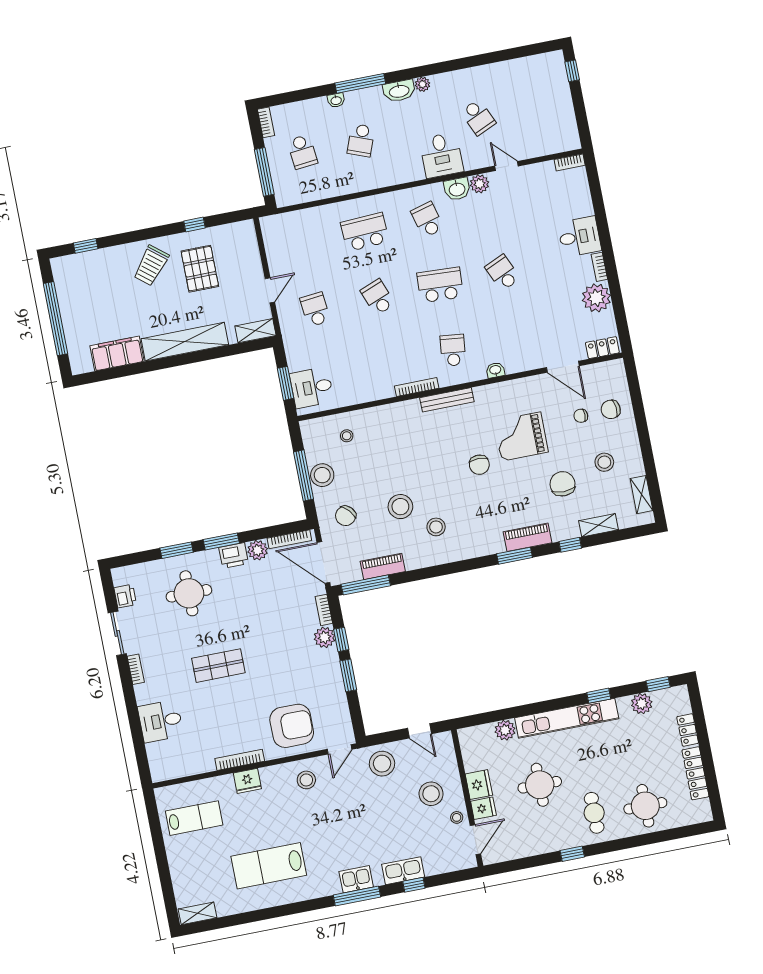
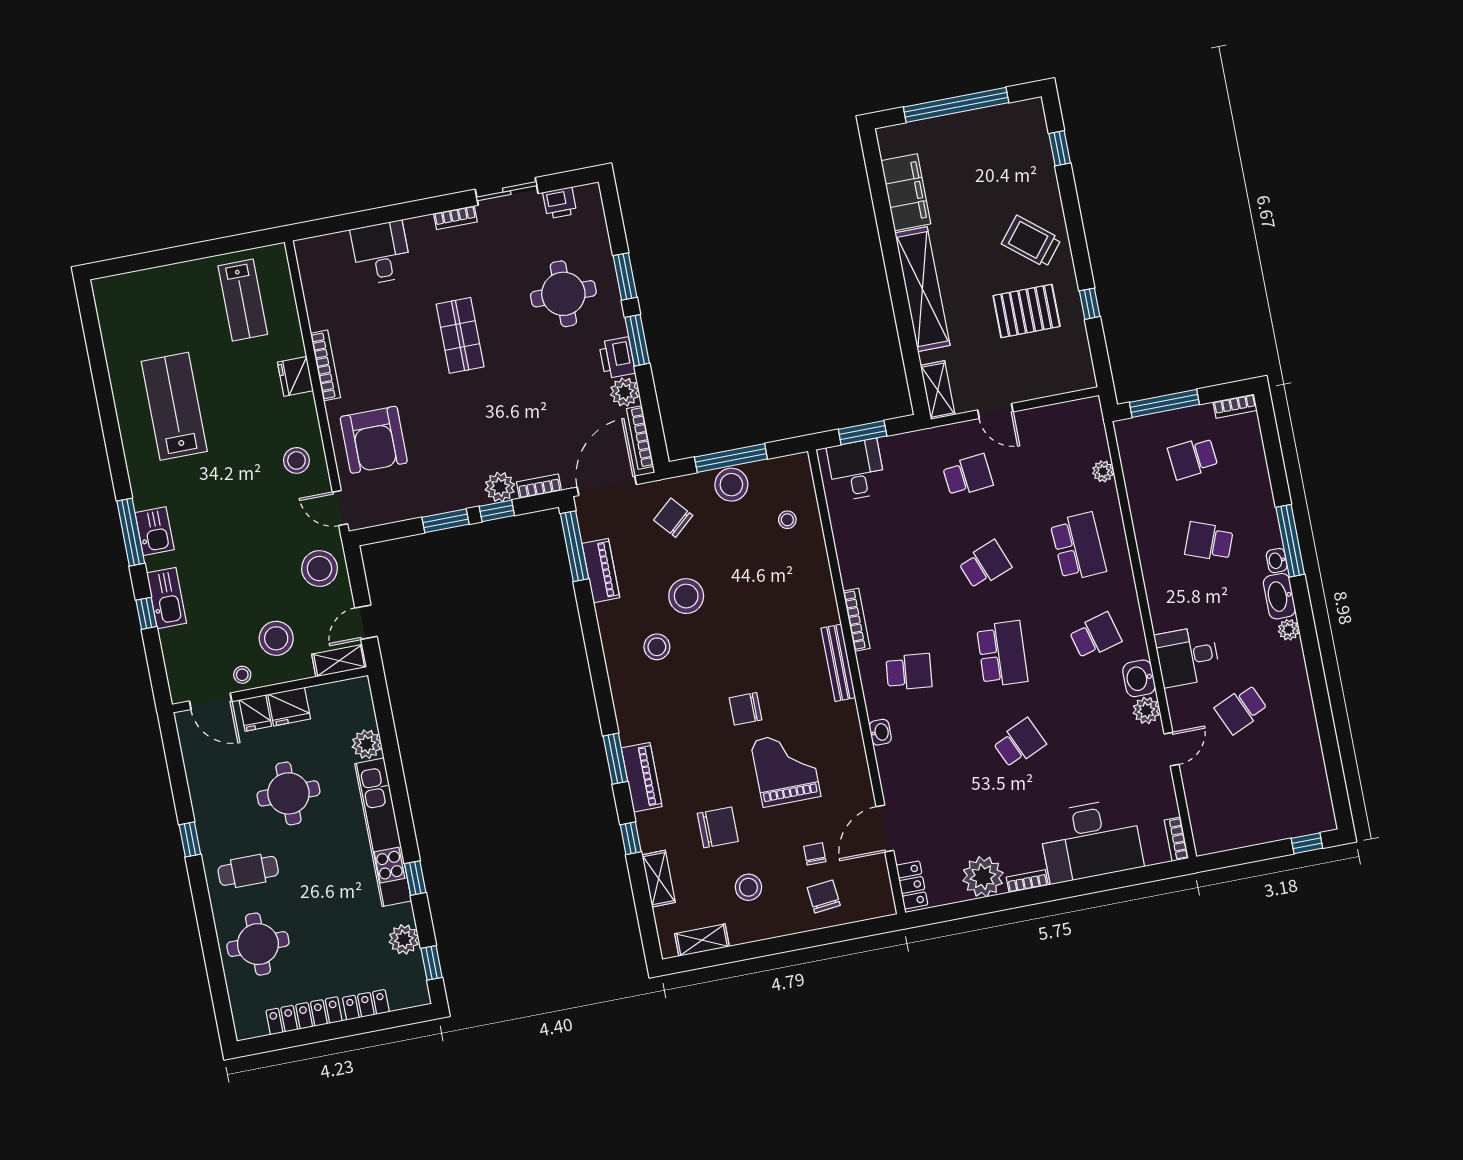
washbasin: (336, 100) -> (1277, 561), moved
plant: (312, 215) -> (1103, 471), added
desk: (579, 237) -> (1091, 840), width x1.87, depth x1.30
shelving: (198, 913) -> (339, 661), moved, turned 90

